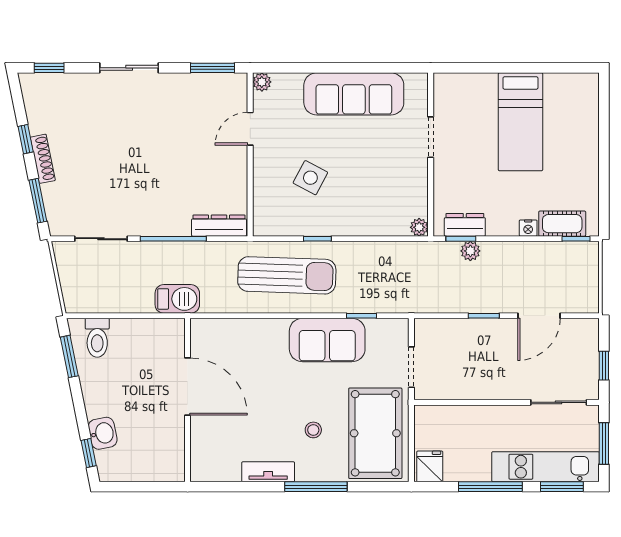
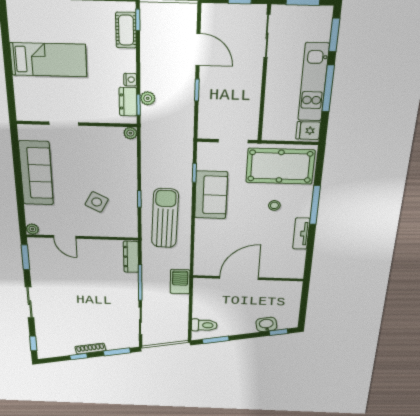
nightstand: (528, 228) -> (130, 80), moved
kitchen unit: (546, 467) -> (313, 82), moved

